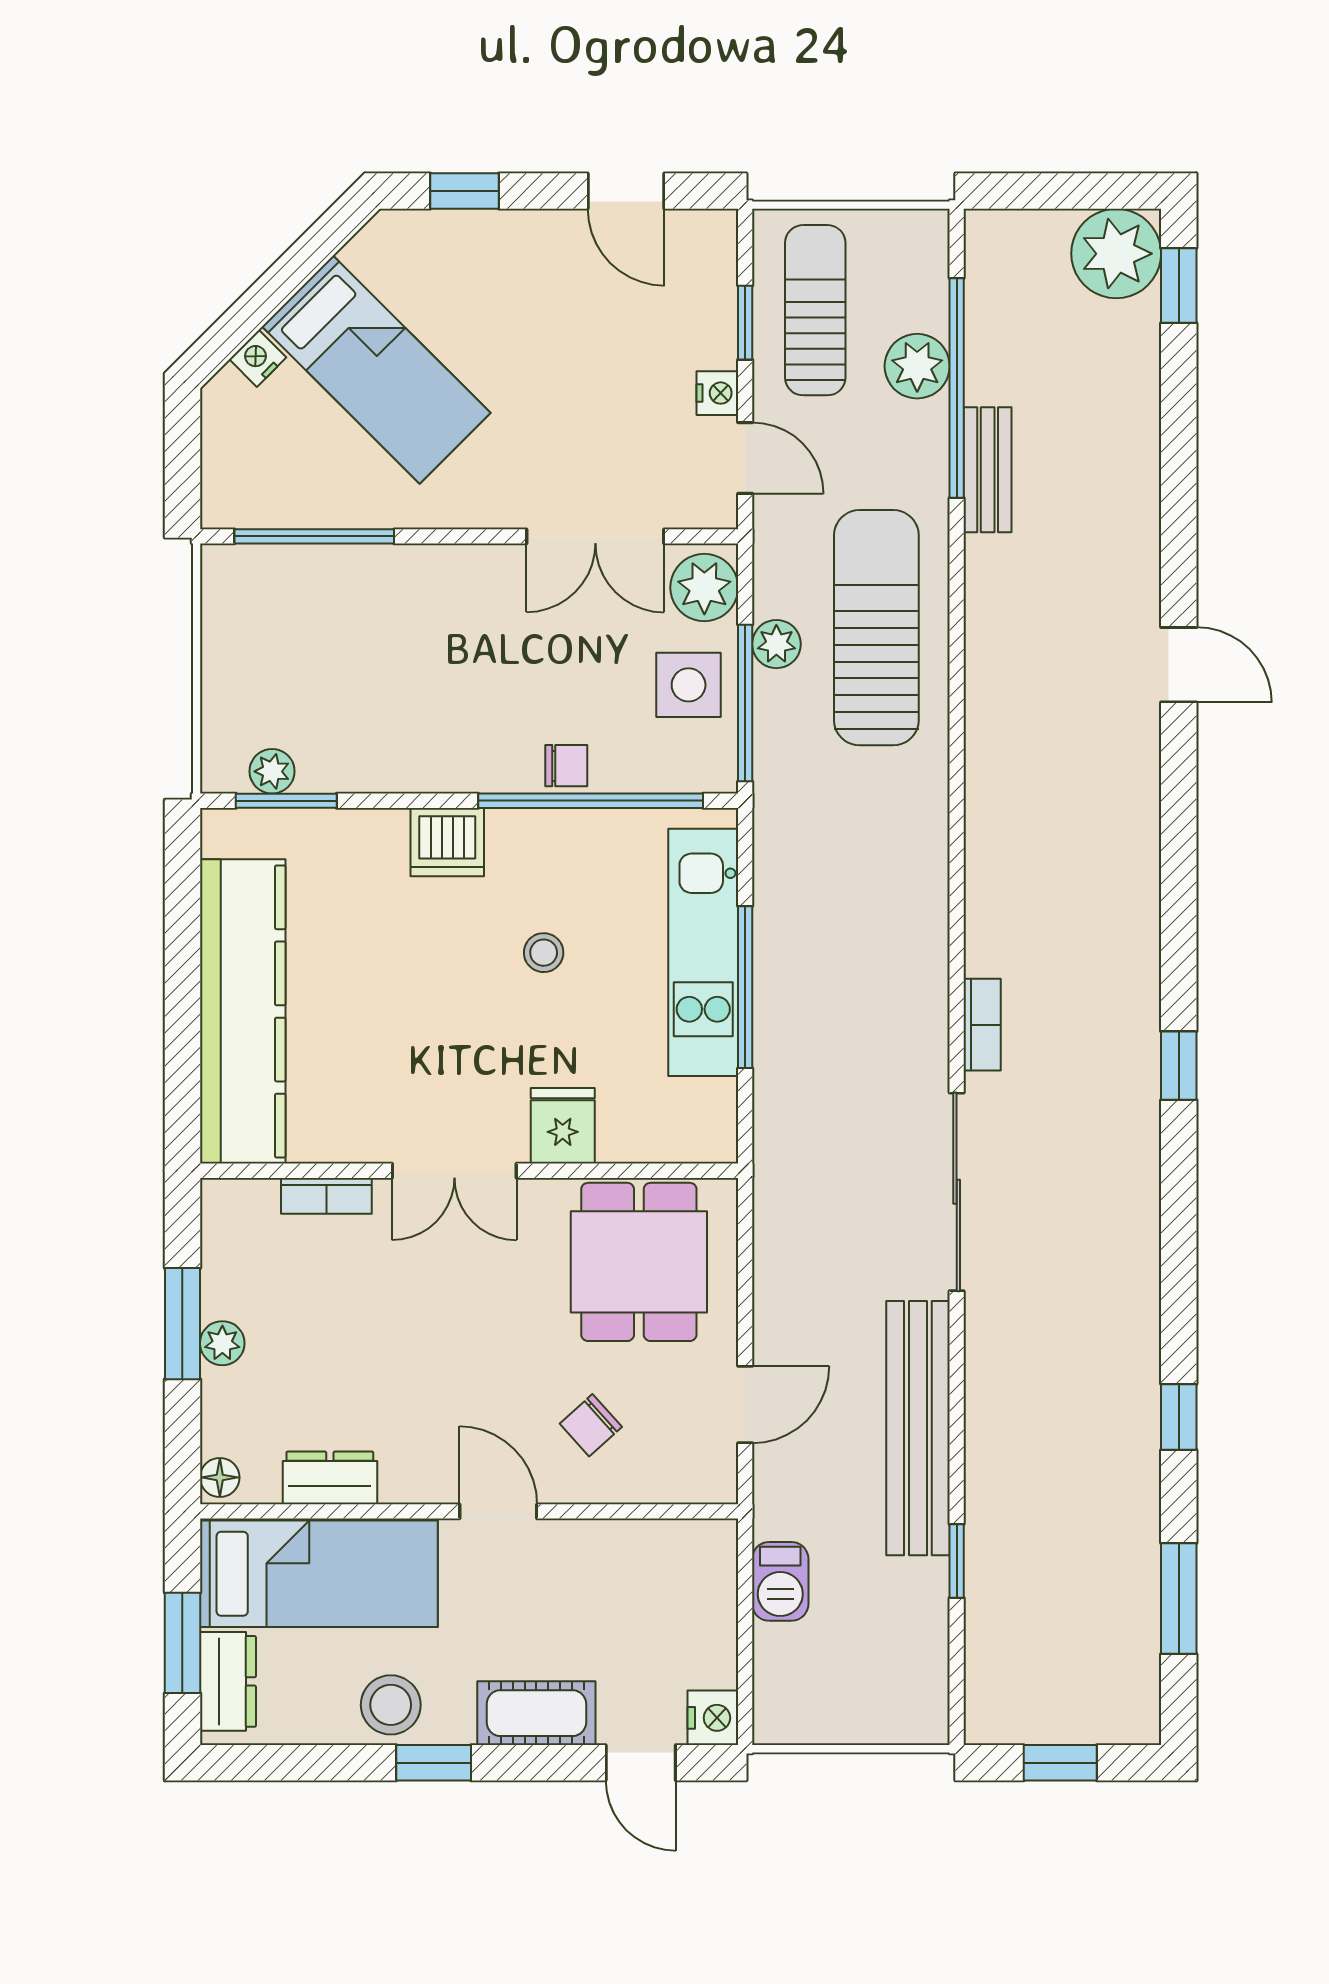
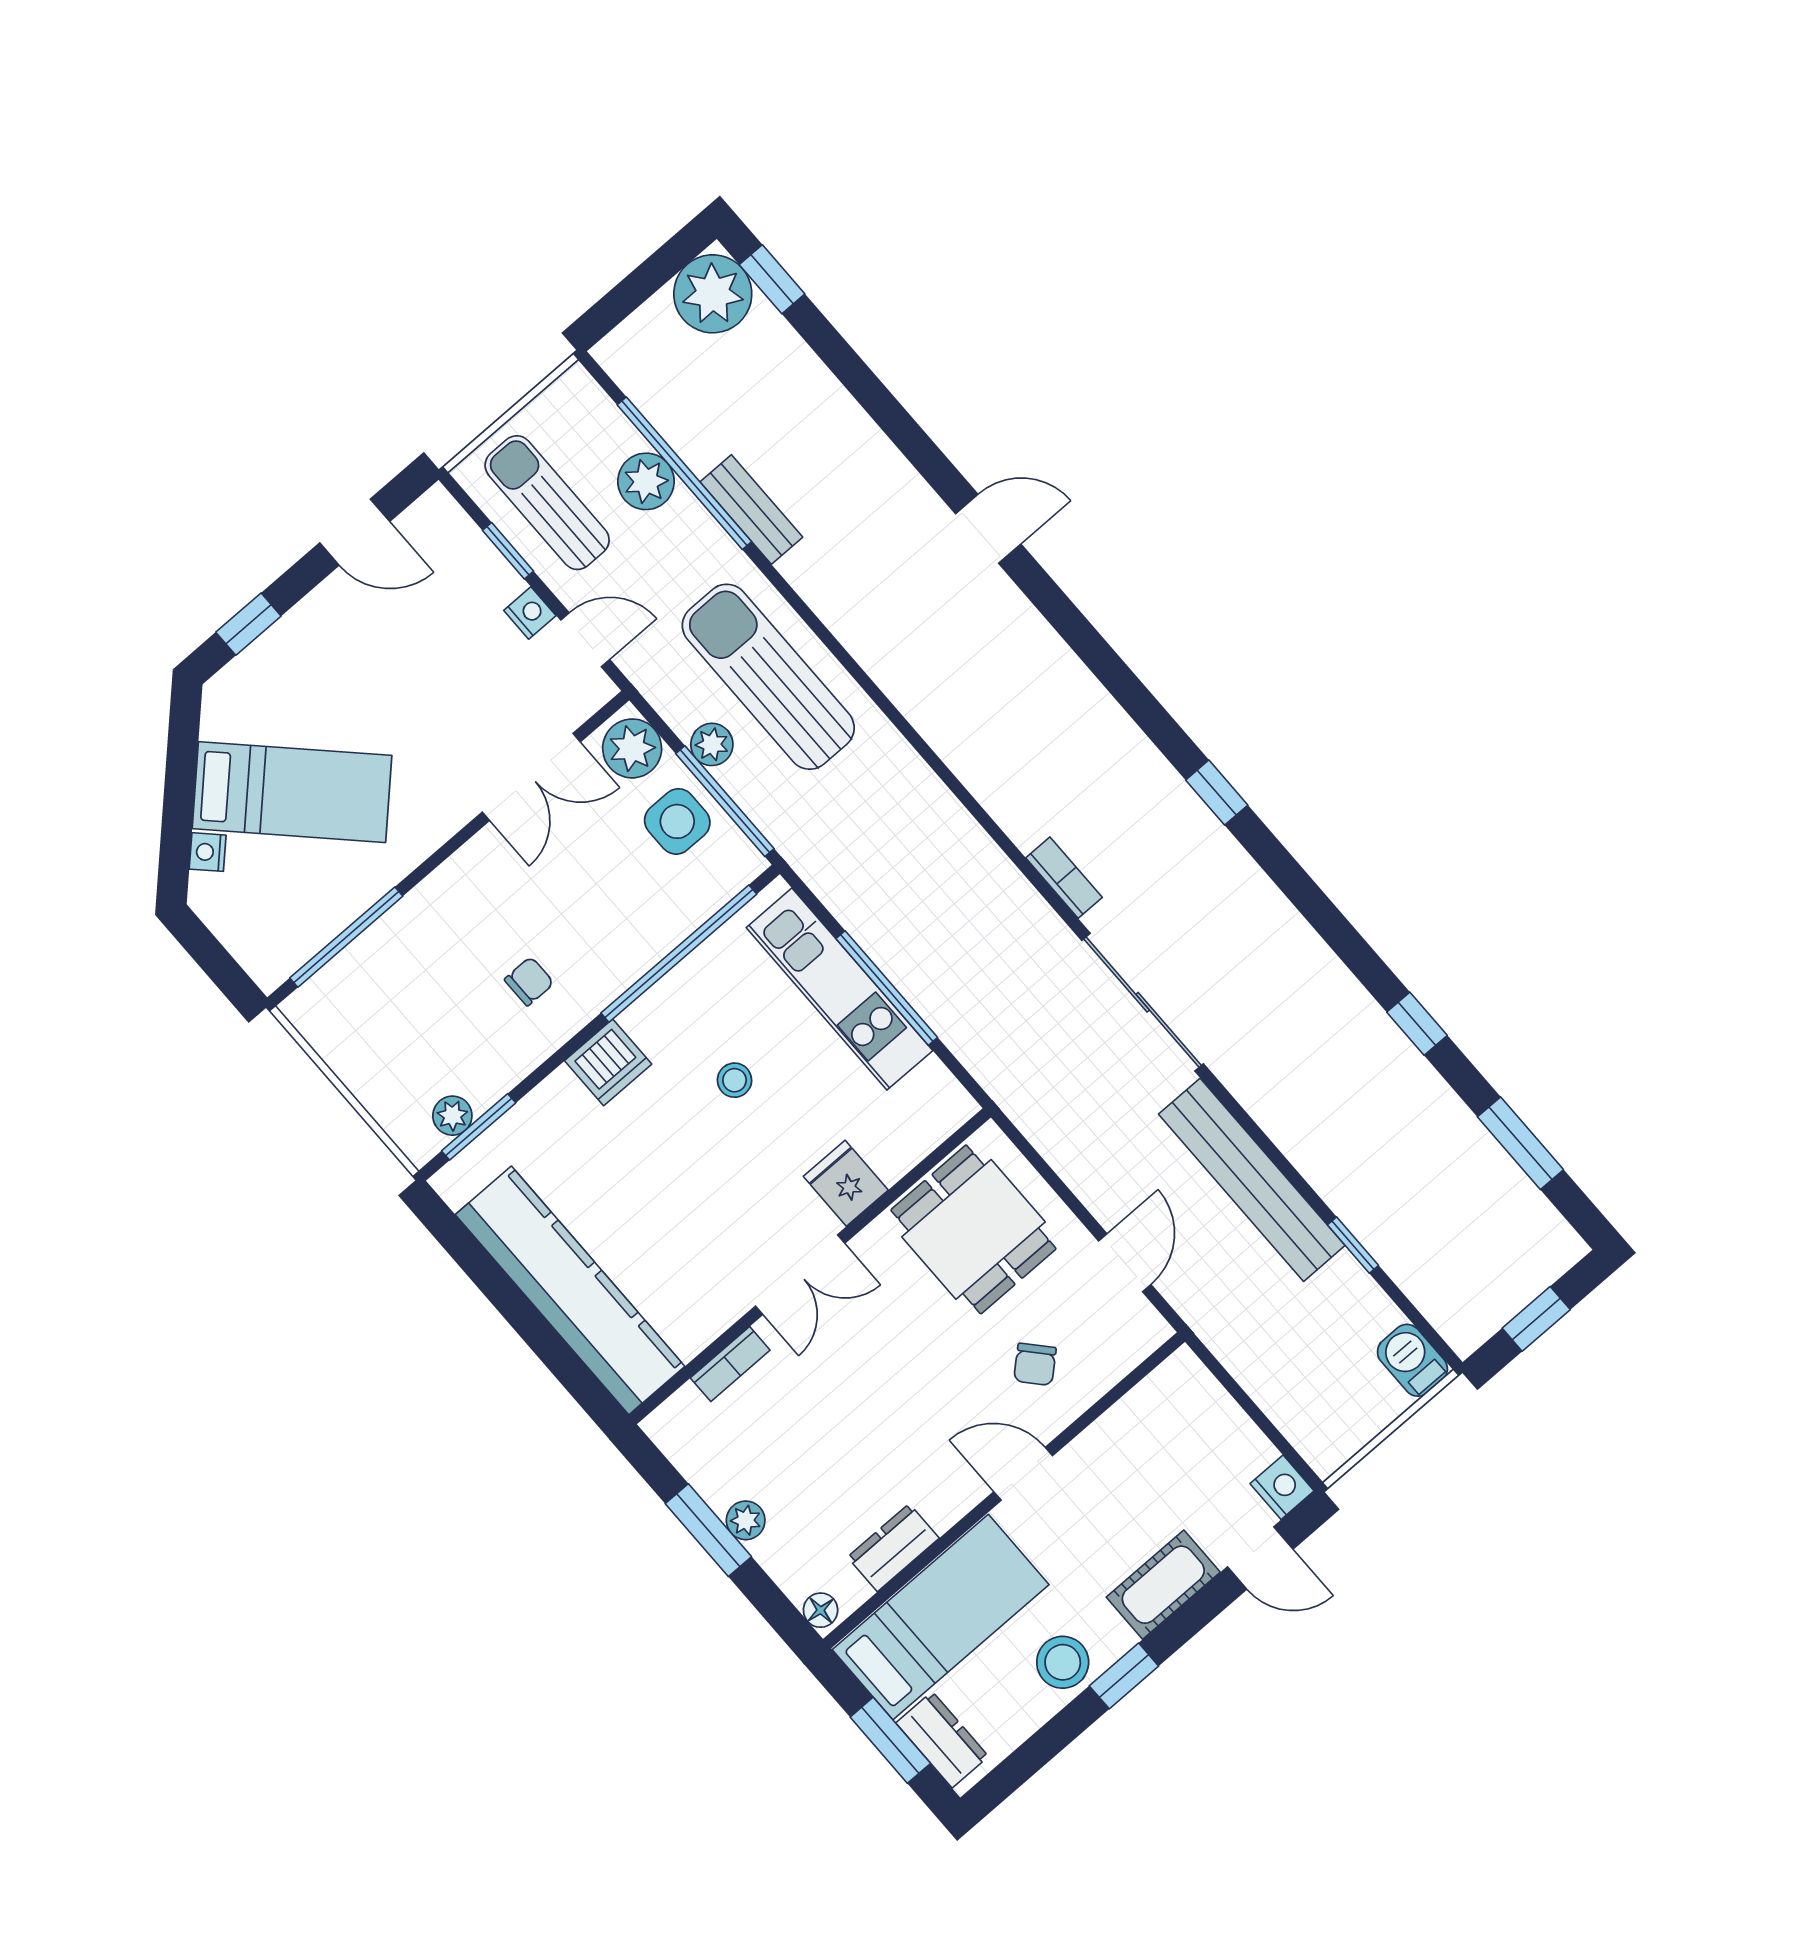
chair: (566, 766) -> (529, 981), moved
barbecue: (780, 1581) -> (1412, 1360), moved, turned 180

